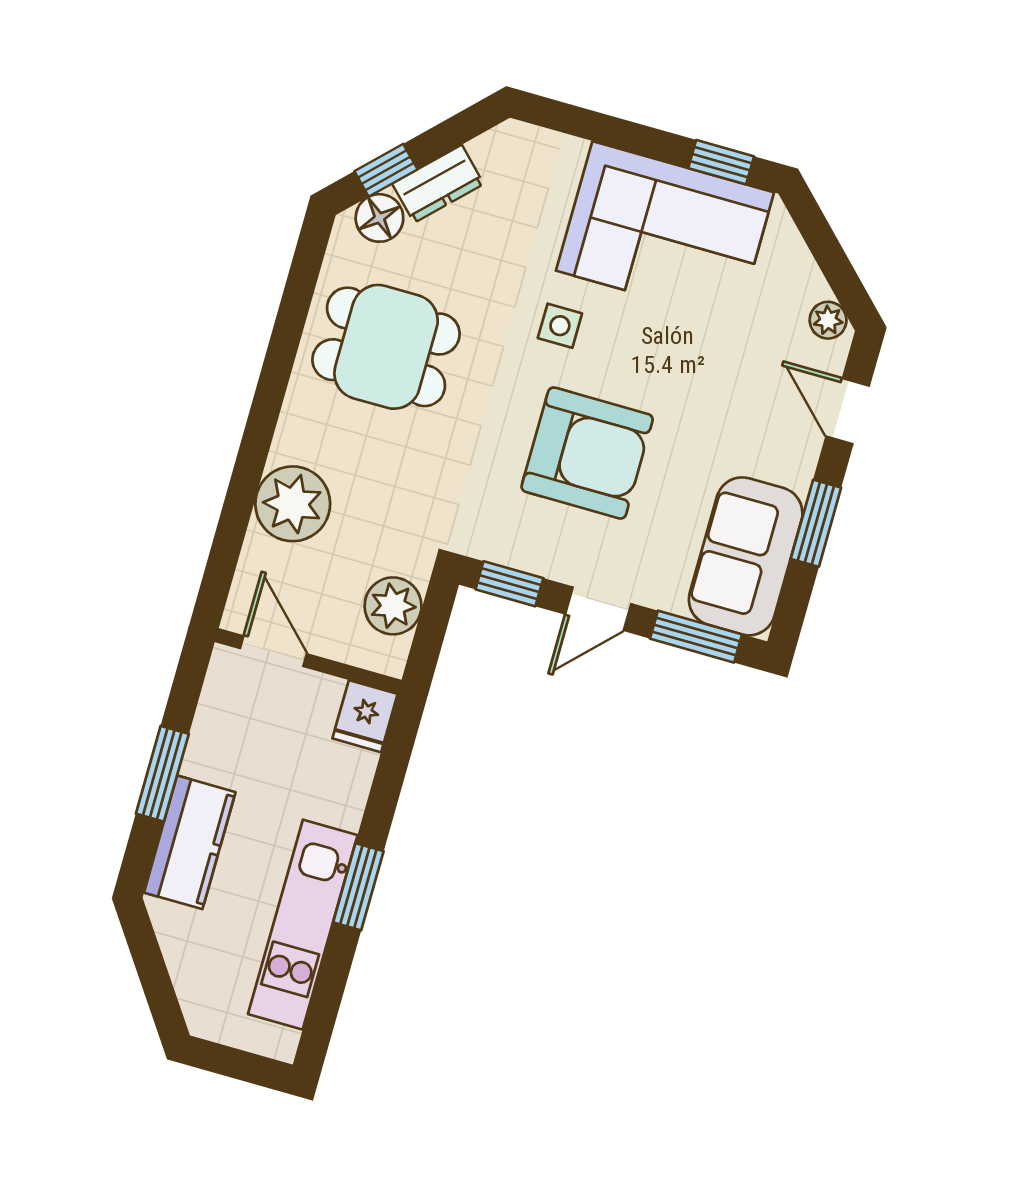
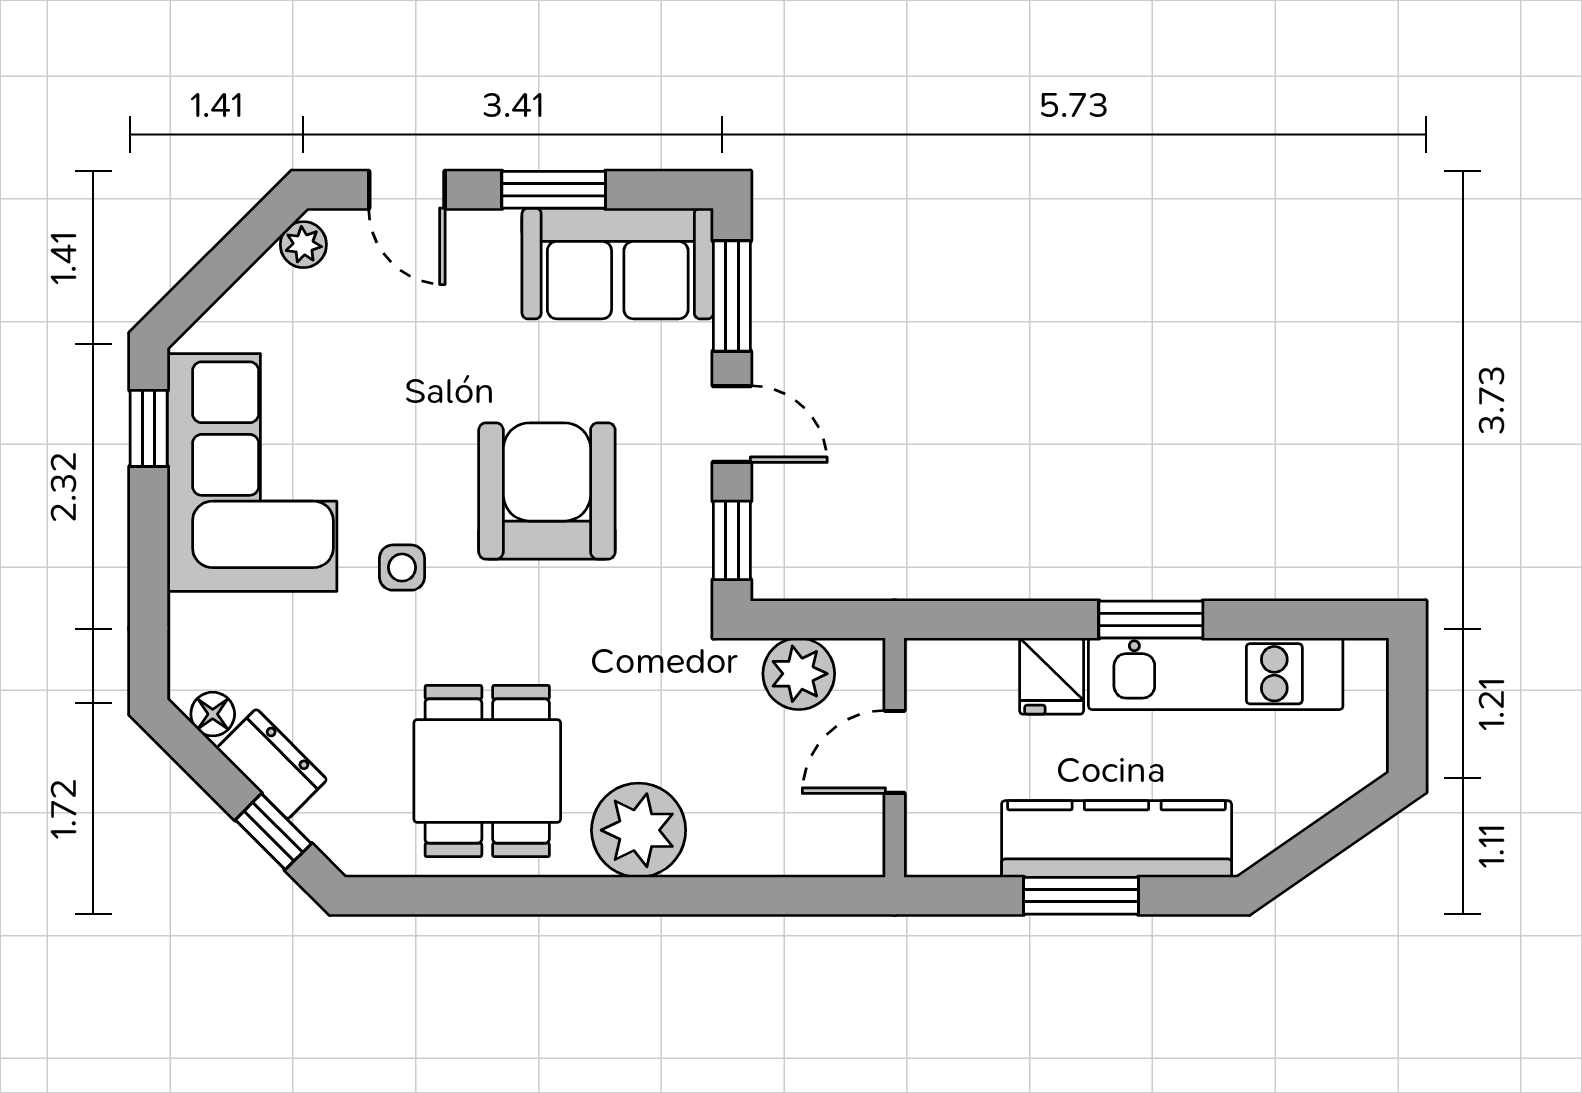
floor lamp: (379, 218) -> (213, 714), moved, width x0.73, depth x0.73
door: (848, 411) -> (407, 190), hinge flipped
plant: (293, 504) -> (639, 830), moved
door: (273, 651) -> (895, 752), moved
fridge: (365, 716) -> (1052, 676), moved, turned 90
kitchen counter: (190, 842) -> (1117, 839), width x1.50

